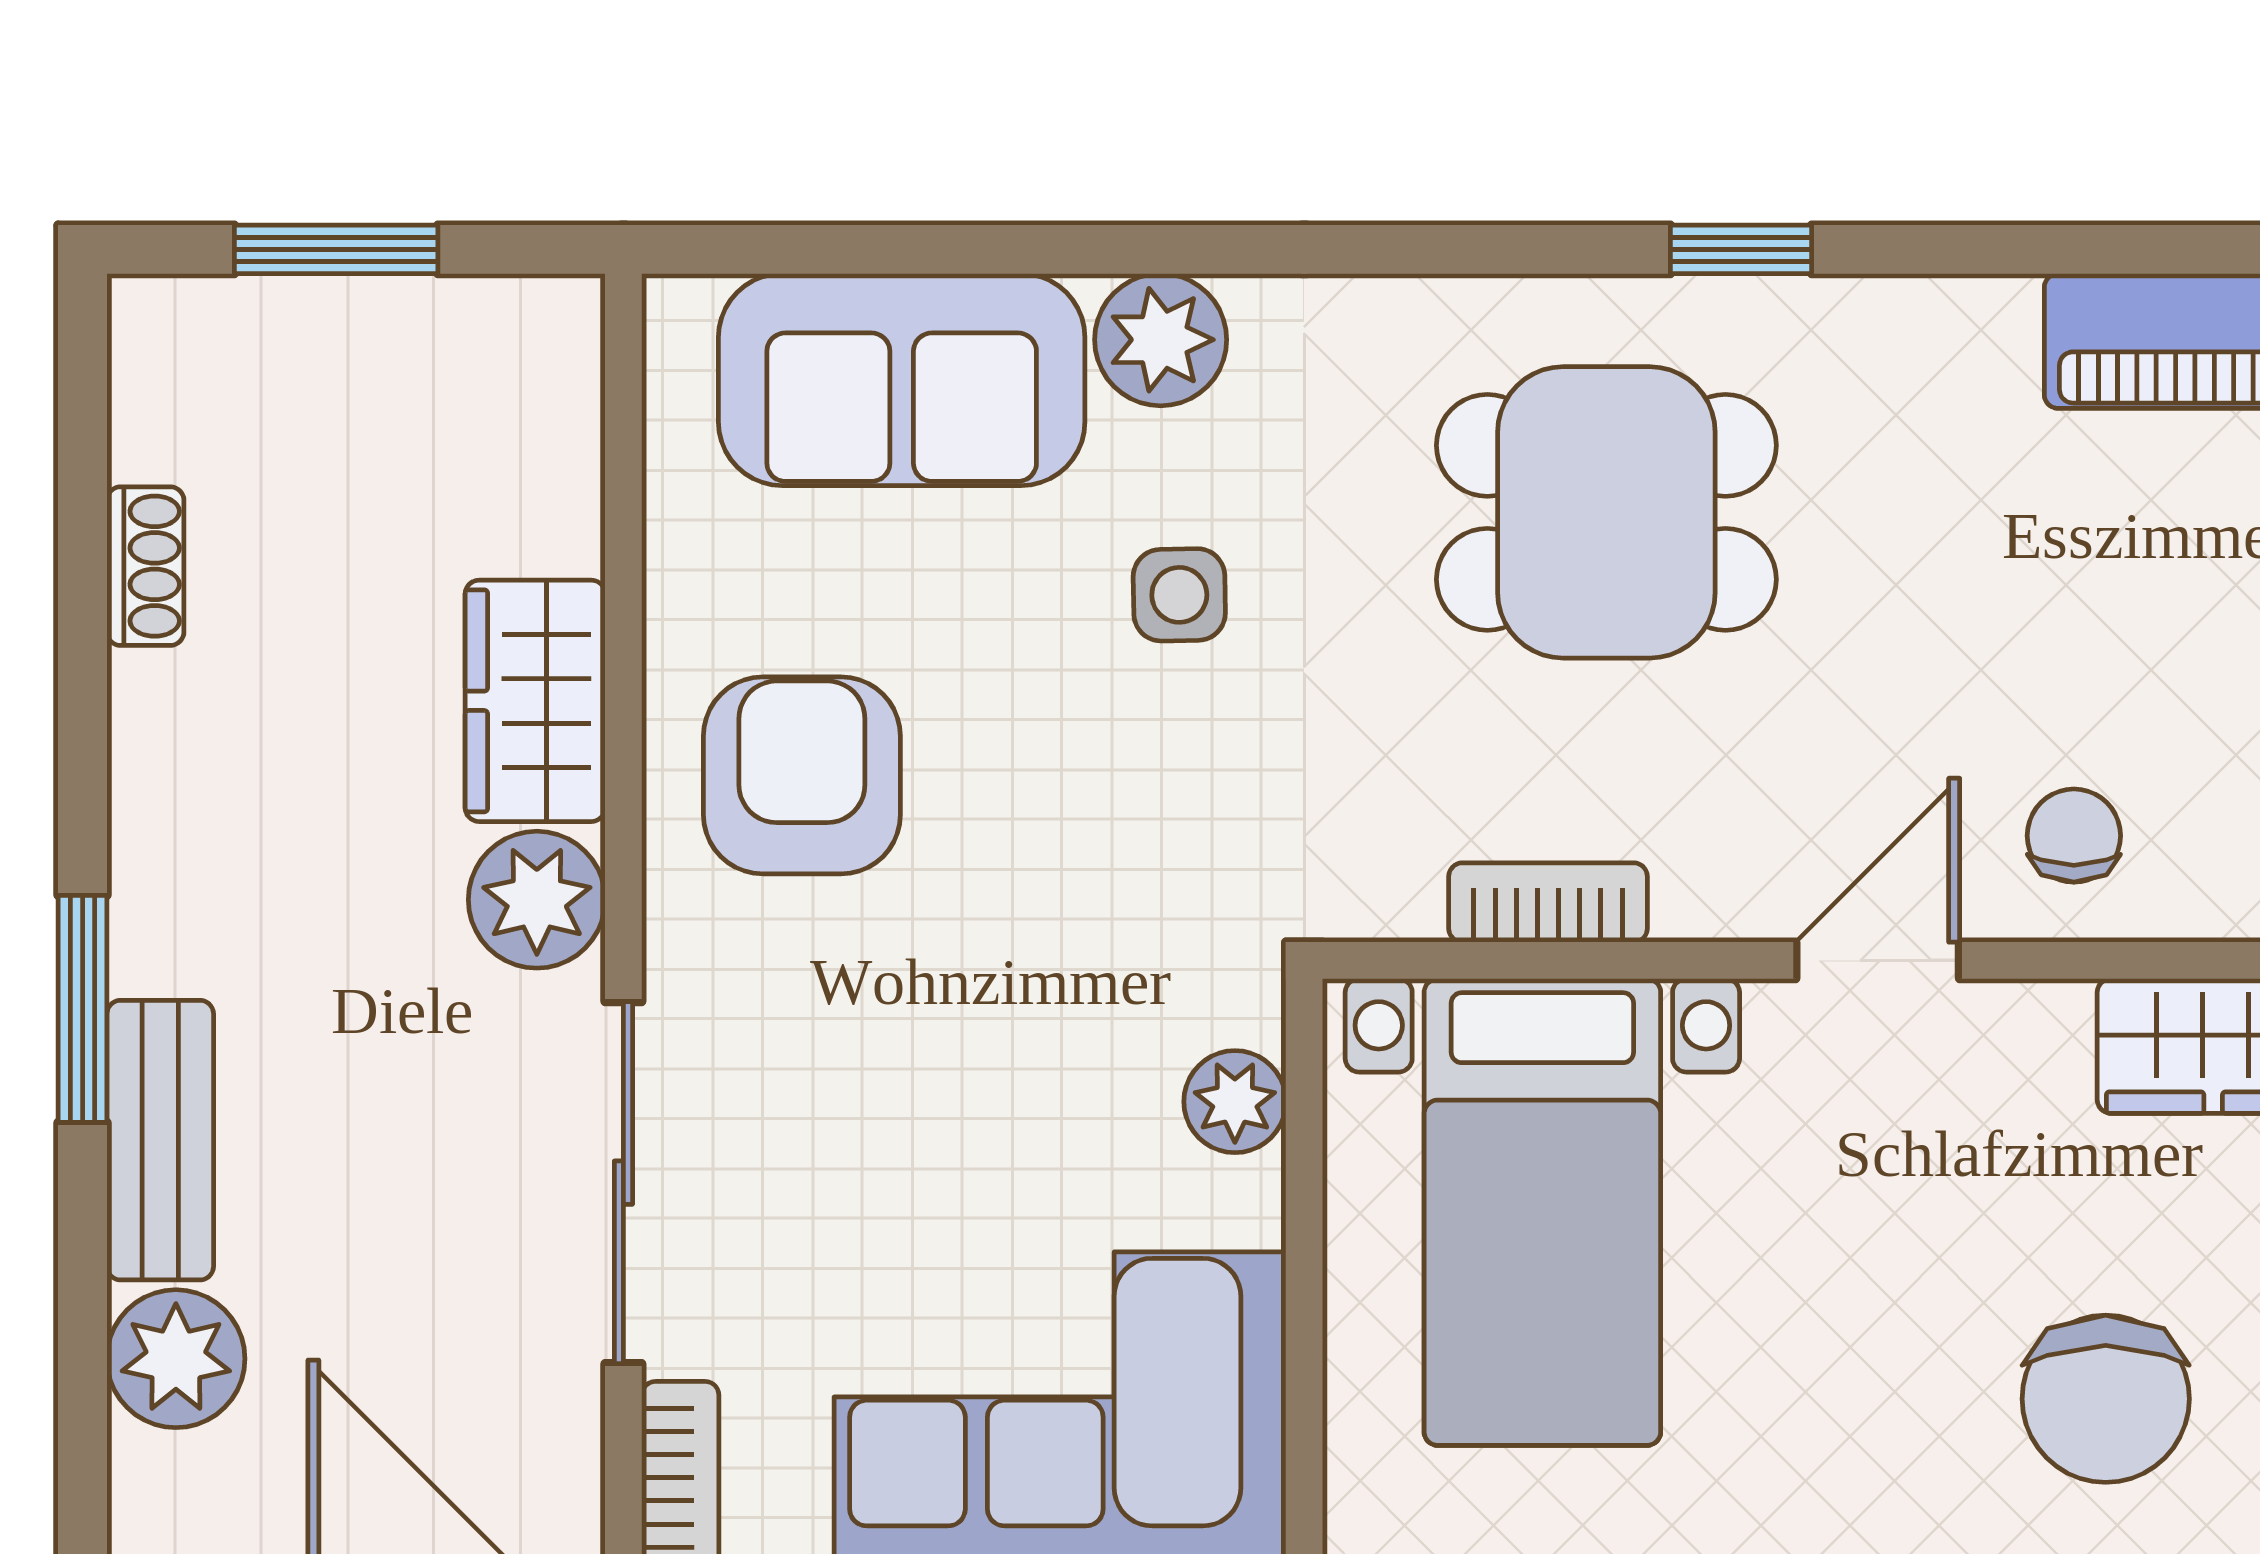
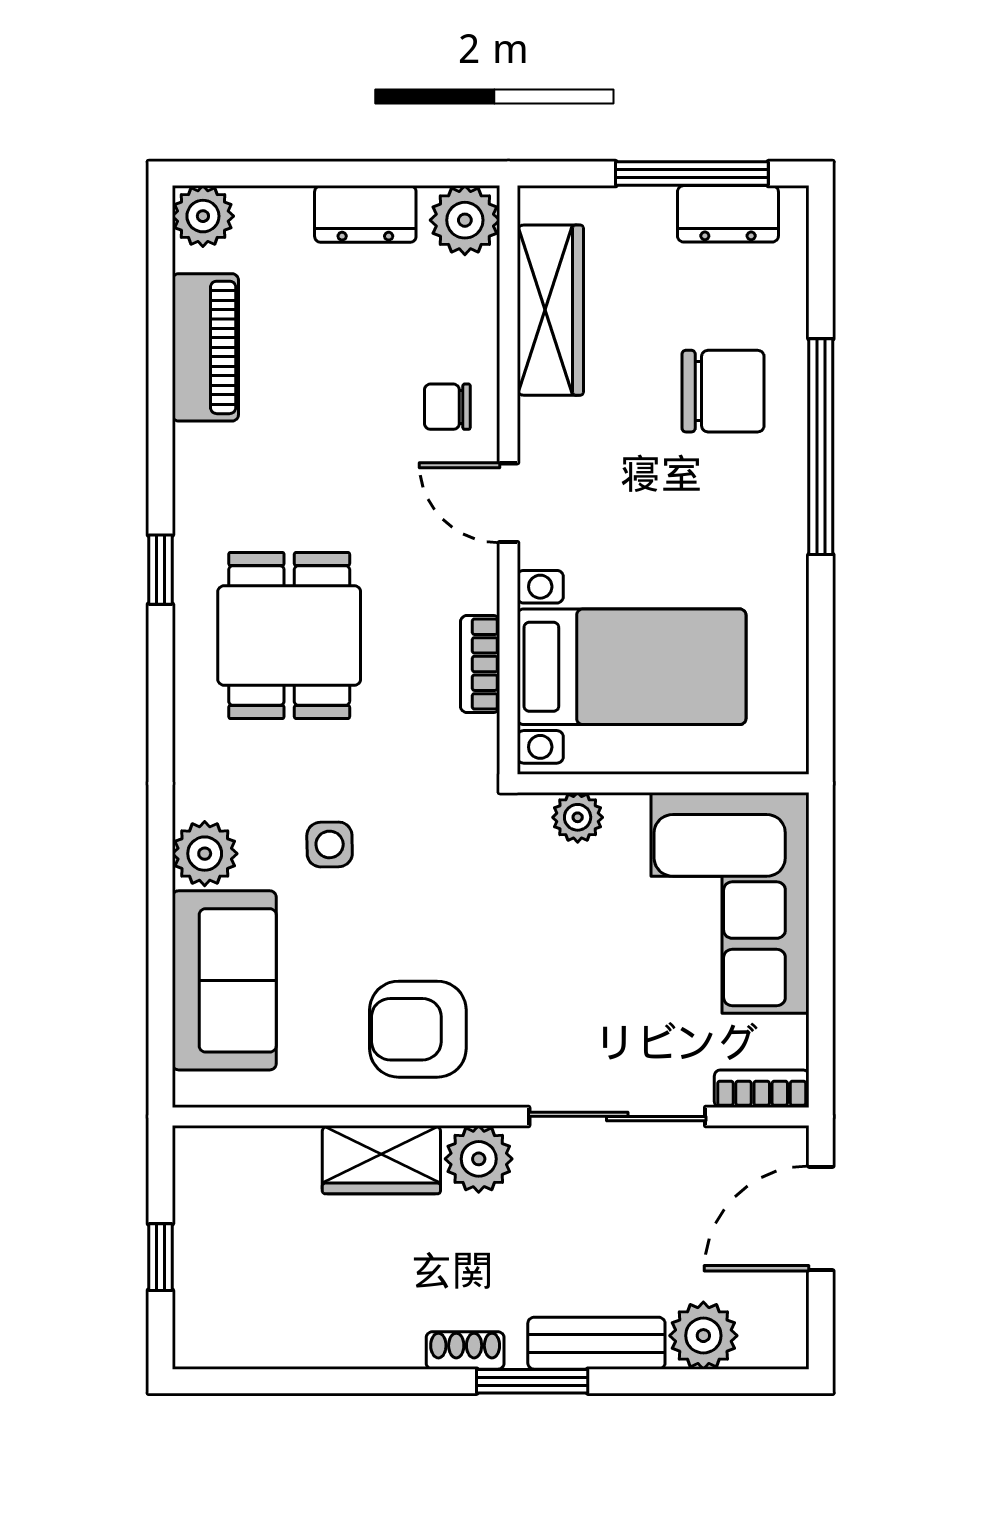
window: (336, 249) -> (160, 1257), width x0.67
shoe rack: (145, 566) -> (465, 1350), moved

